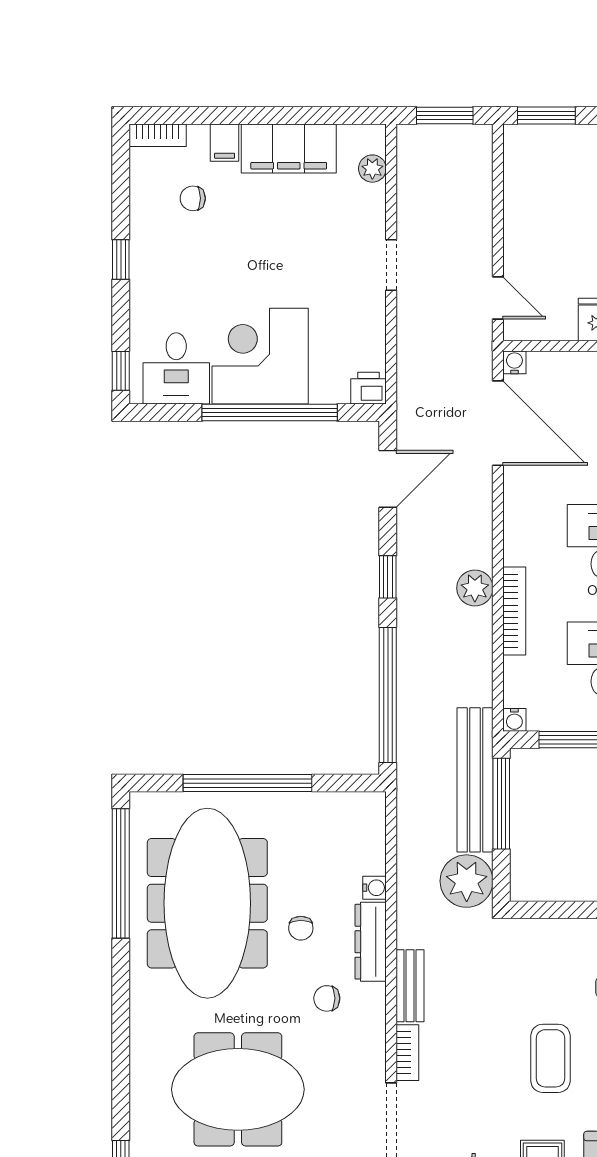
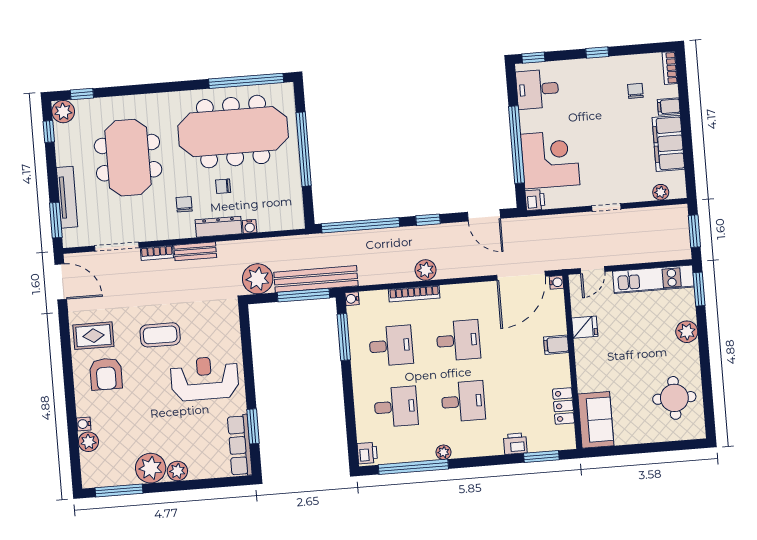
kitchen unit: (523, 193) -> (653, 279), added
corner desk: (260, 356) -> (550, 159), moved

